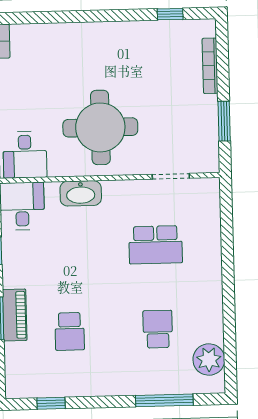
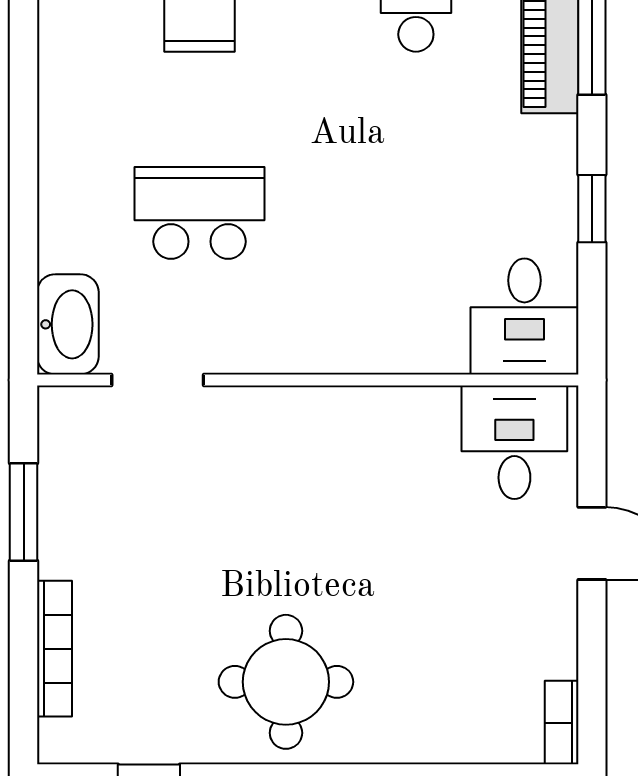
round table: (100, 127) -> (286, 682), moved, width x0.73, depth x0.73
washbasin: (81, 193) -> (68, 324), moved, turned 90

